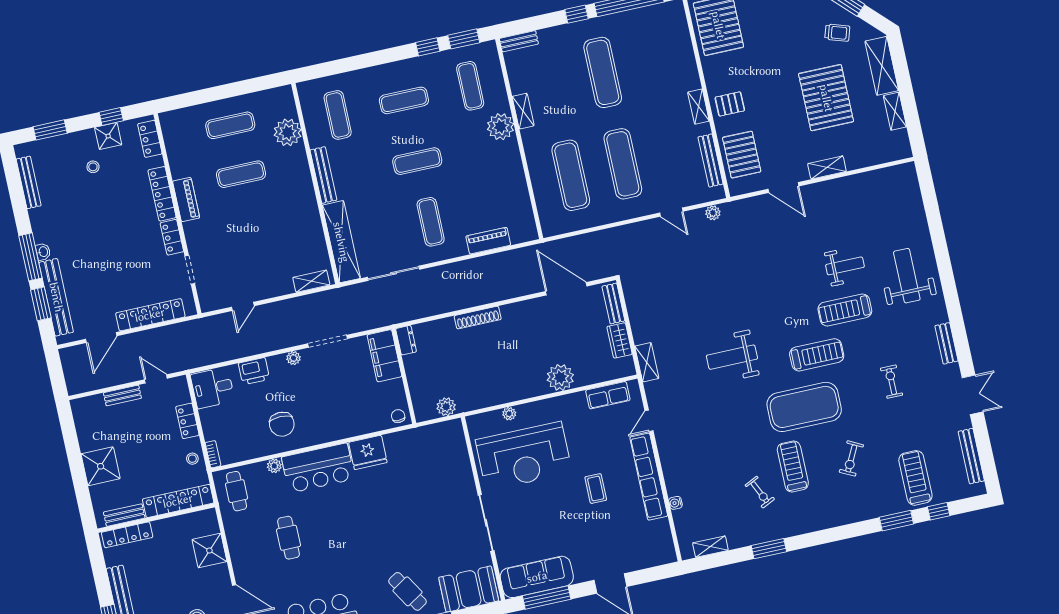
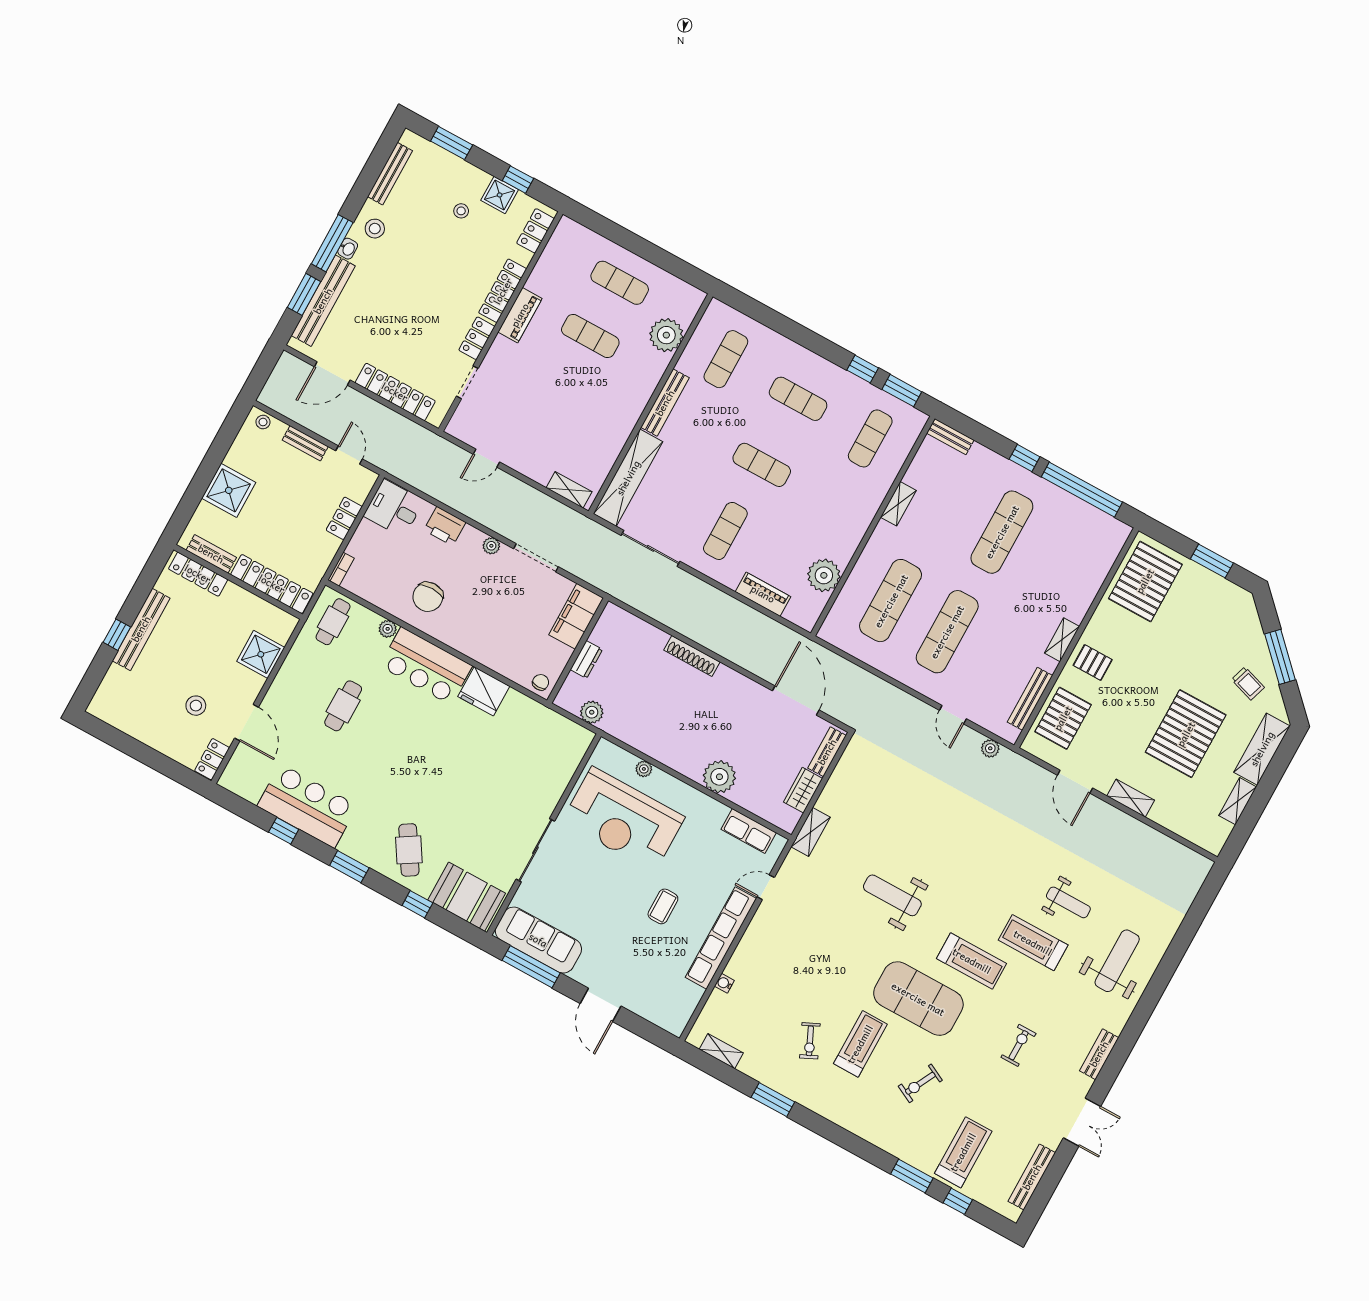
plant: (501, 127) -> (824, 575), moved
stool: (49, 225) -> (375, 229), added
dresser: (406, 340) -> (586, 659), moved
stool: (192, 459) -> (263, 422), moved

